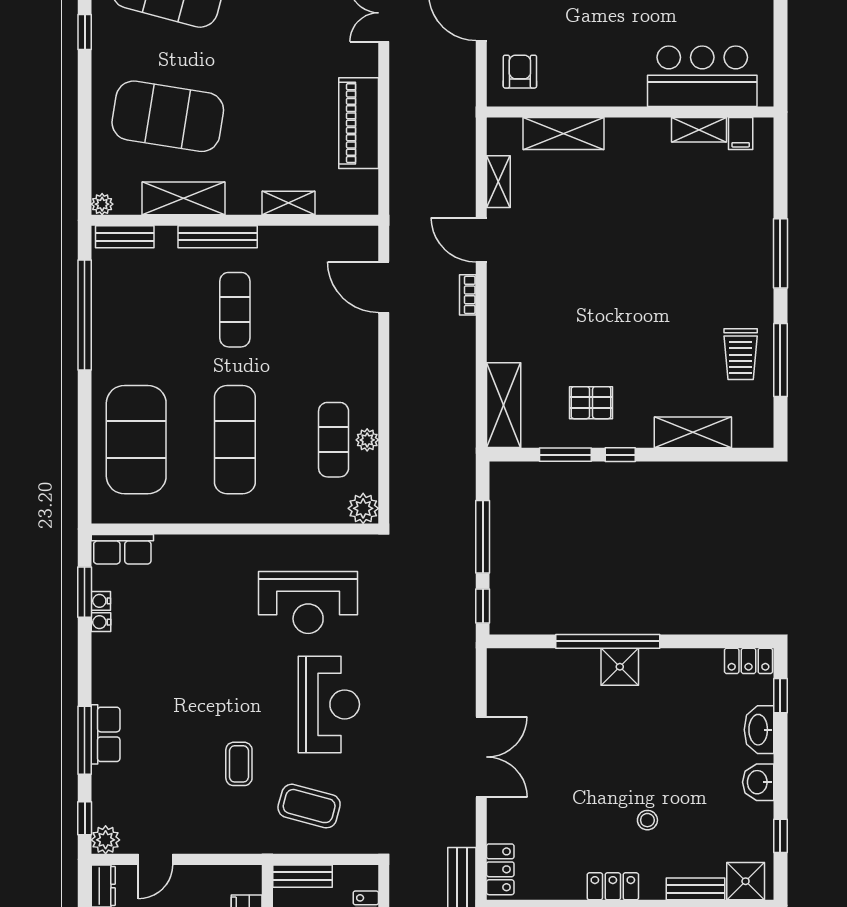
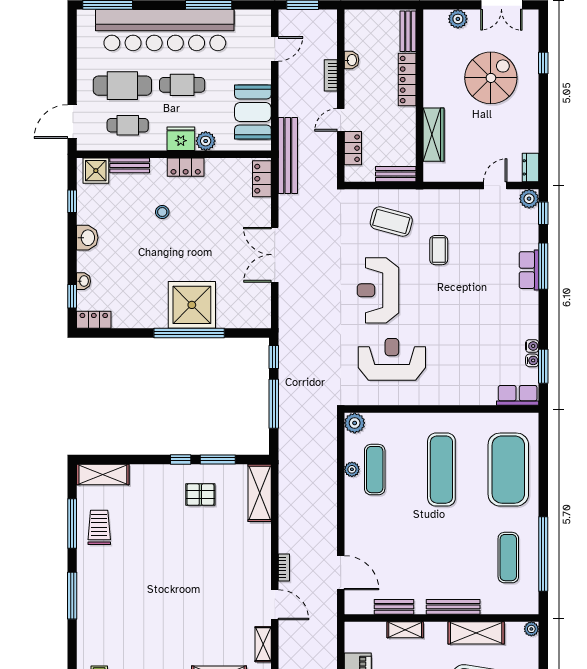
bench: (125, 237) -> (394, 607), moved
exercise mat: (235, 310) -> (508, 558), moved
shelving: (693, 432) -> (103, 474), moved
shower: (620, 667) -> (192, 305), width x1.86, depth x1.86
washbasin: (759, 730) -> (84, 281), width x0.52, depth x0.69

